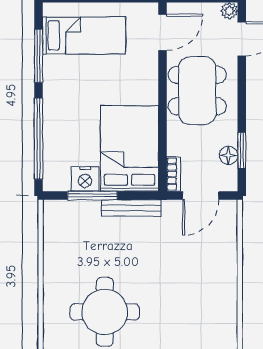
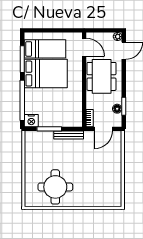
door: (163, 32) -> (84, 47), hinge flipped
bed: (130, 148) -> (46, 73), moved, turned 90
nightstand: (85, 179) -> (31, 121), moved

